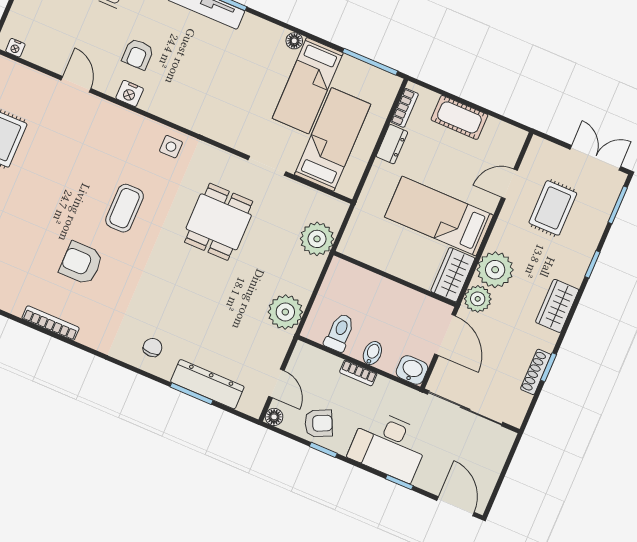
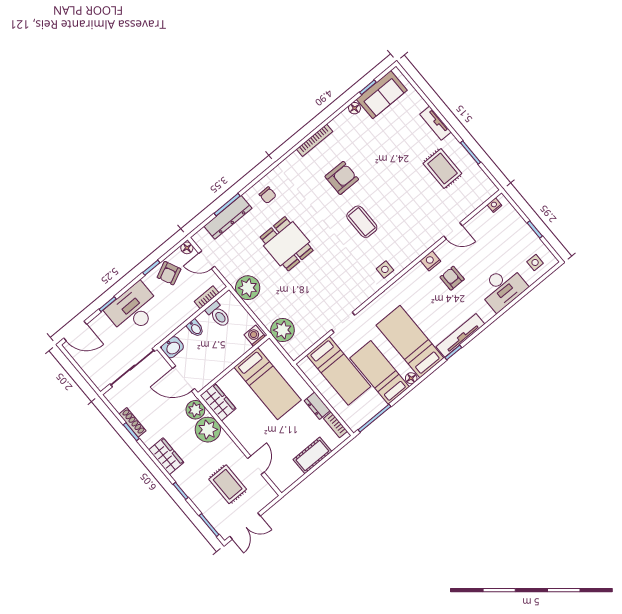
bed: (248, 67) -> (410, 342), added
bed: (439, 216) -> (268, 384), moved, turned 90
dining table: (219, 222) -> (287, 244), moved
washing machine: (343, 271) -> (255, 336), added
bookcase: (358, 373) -> (207, 297), moved

